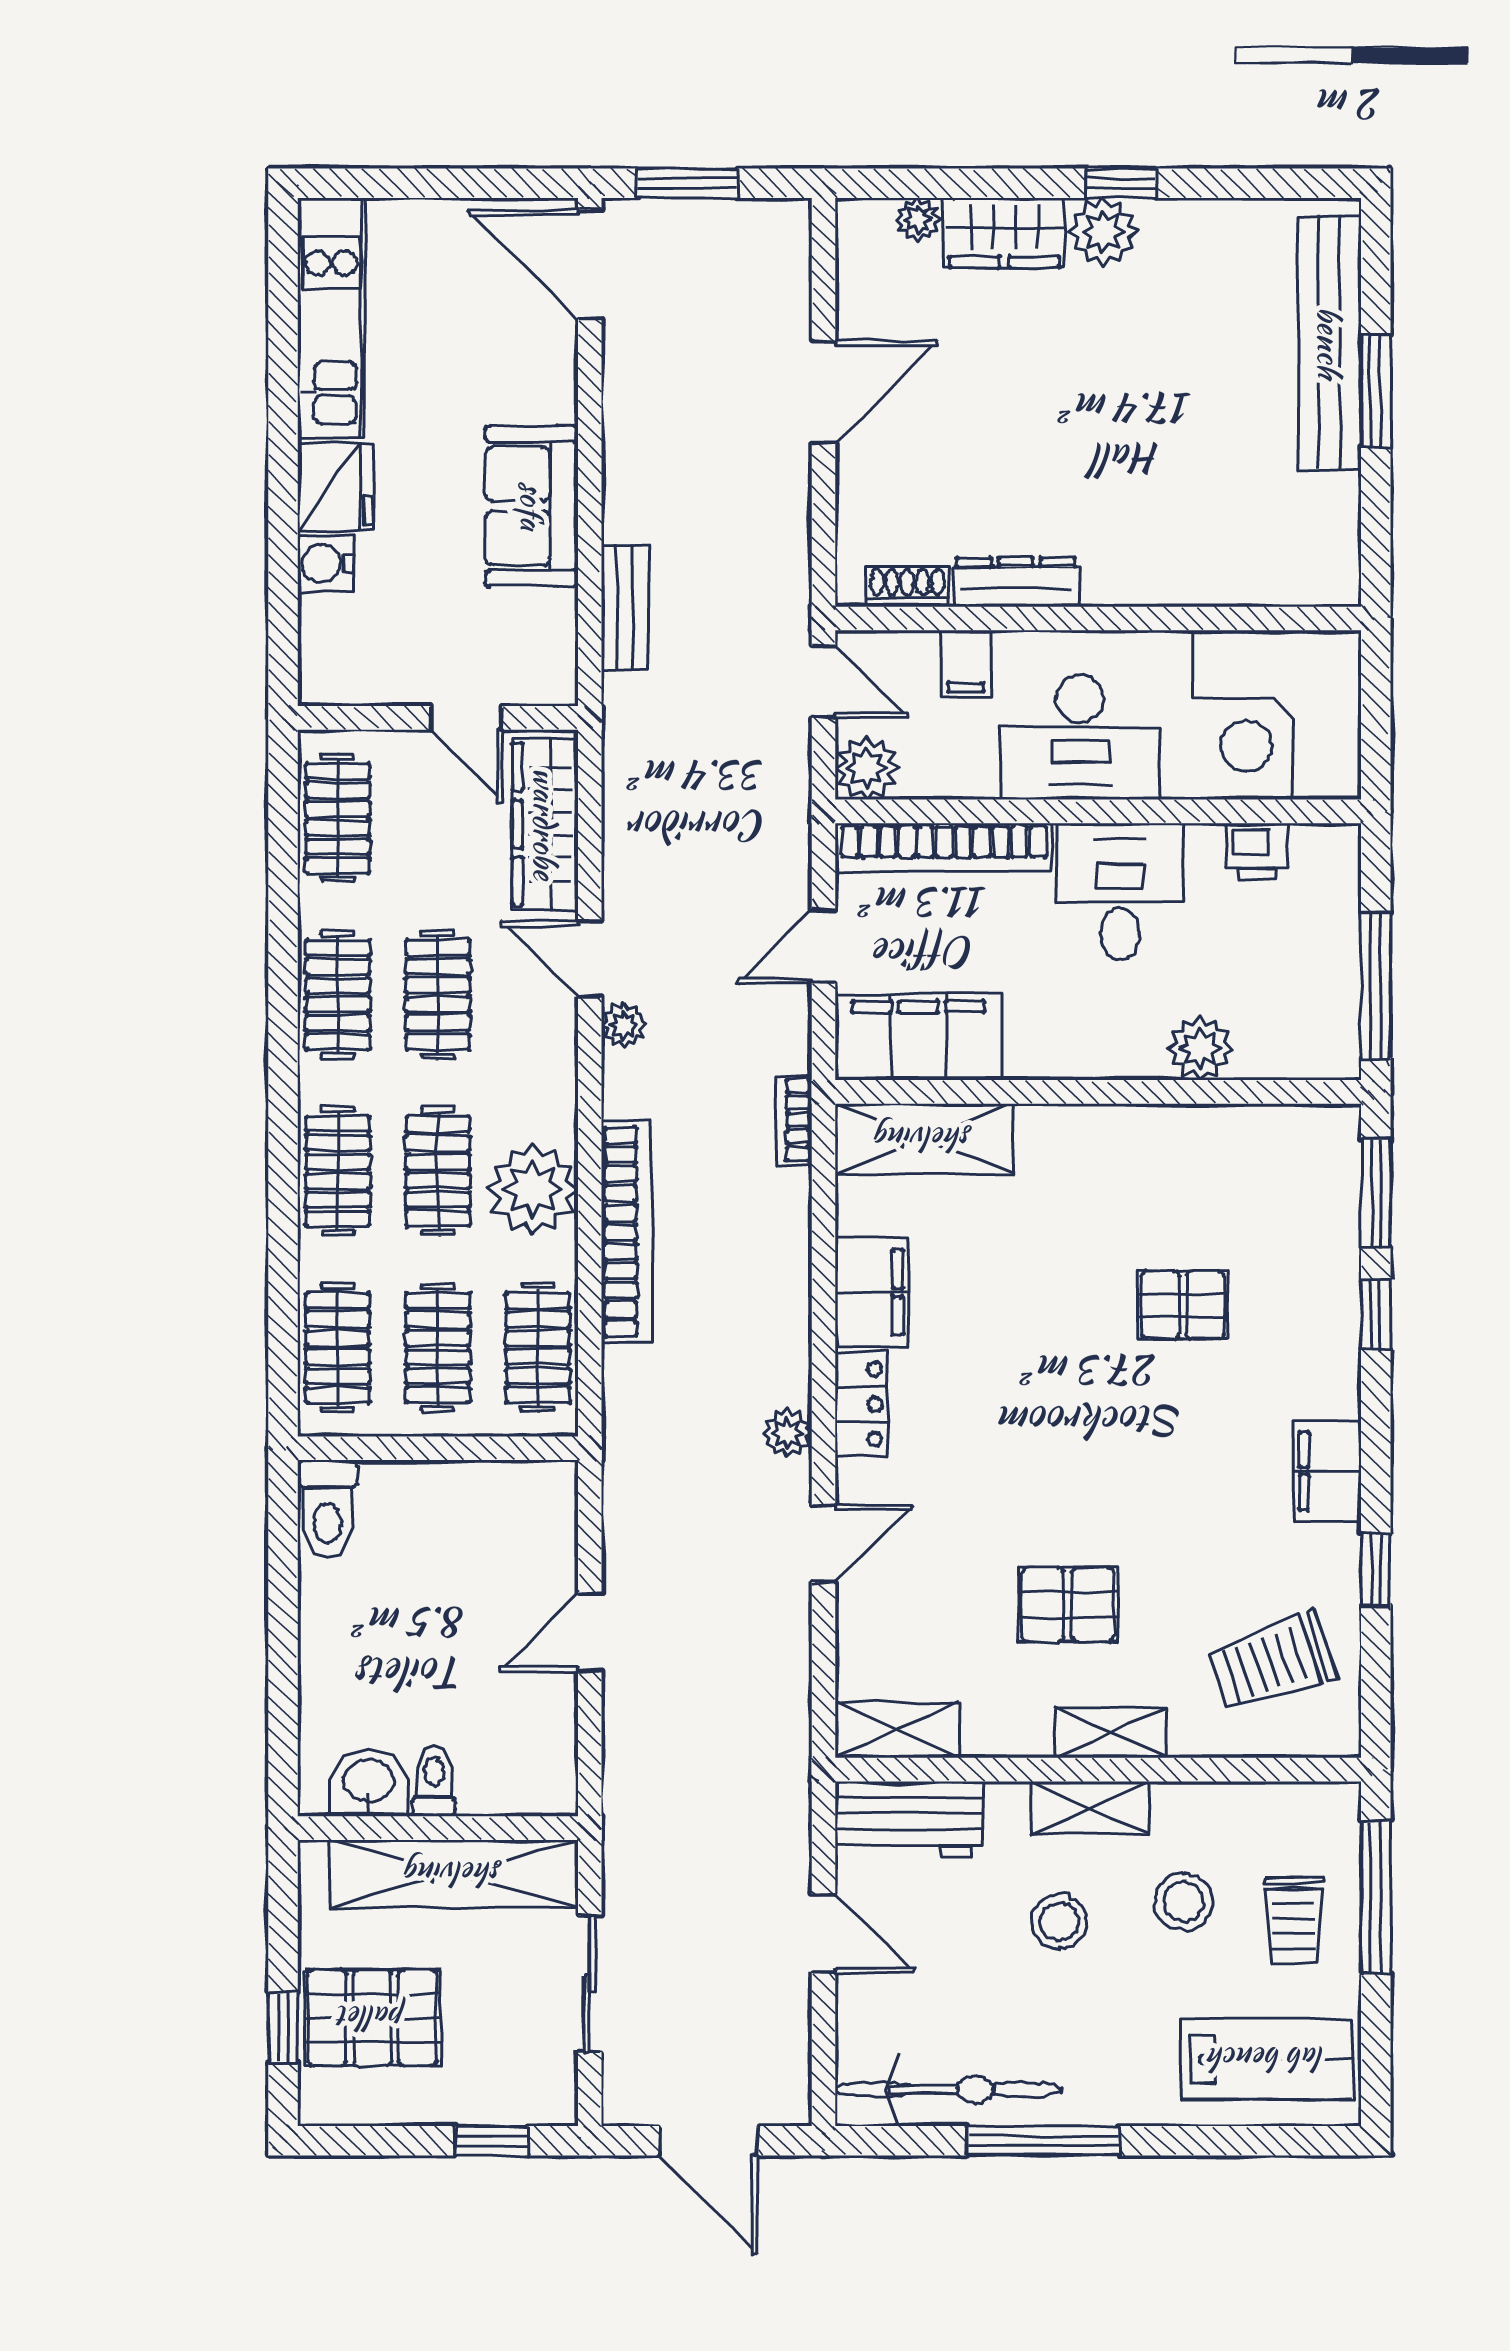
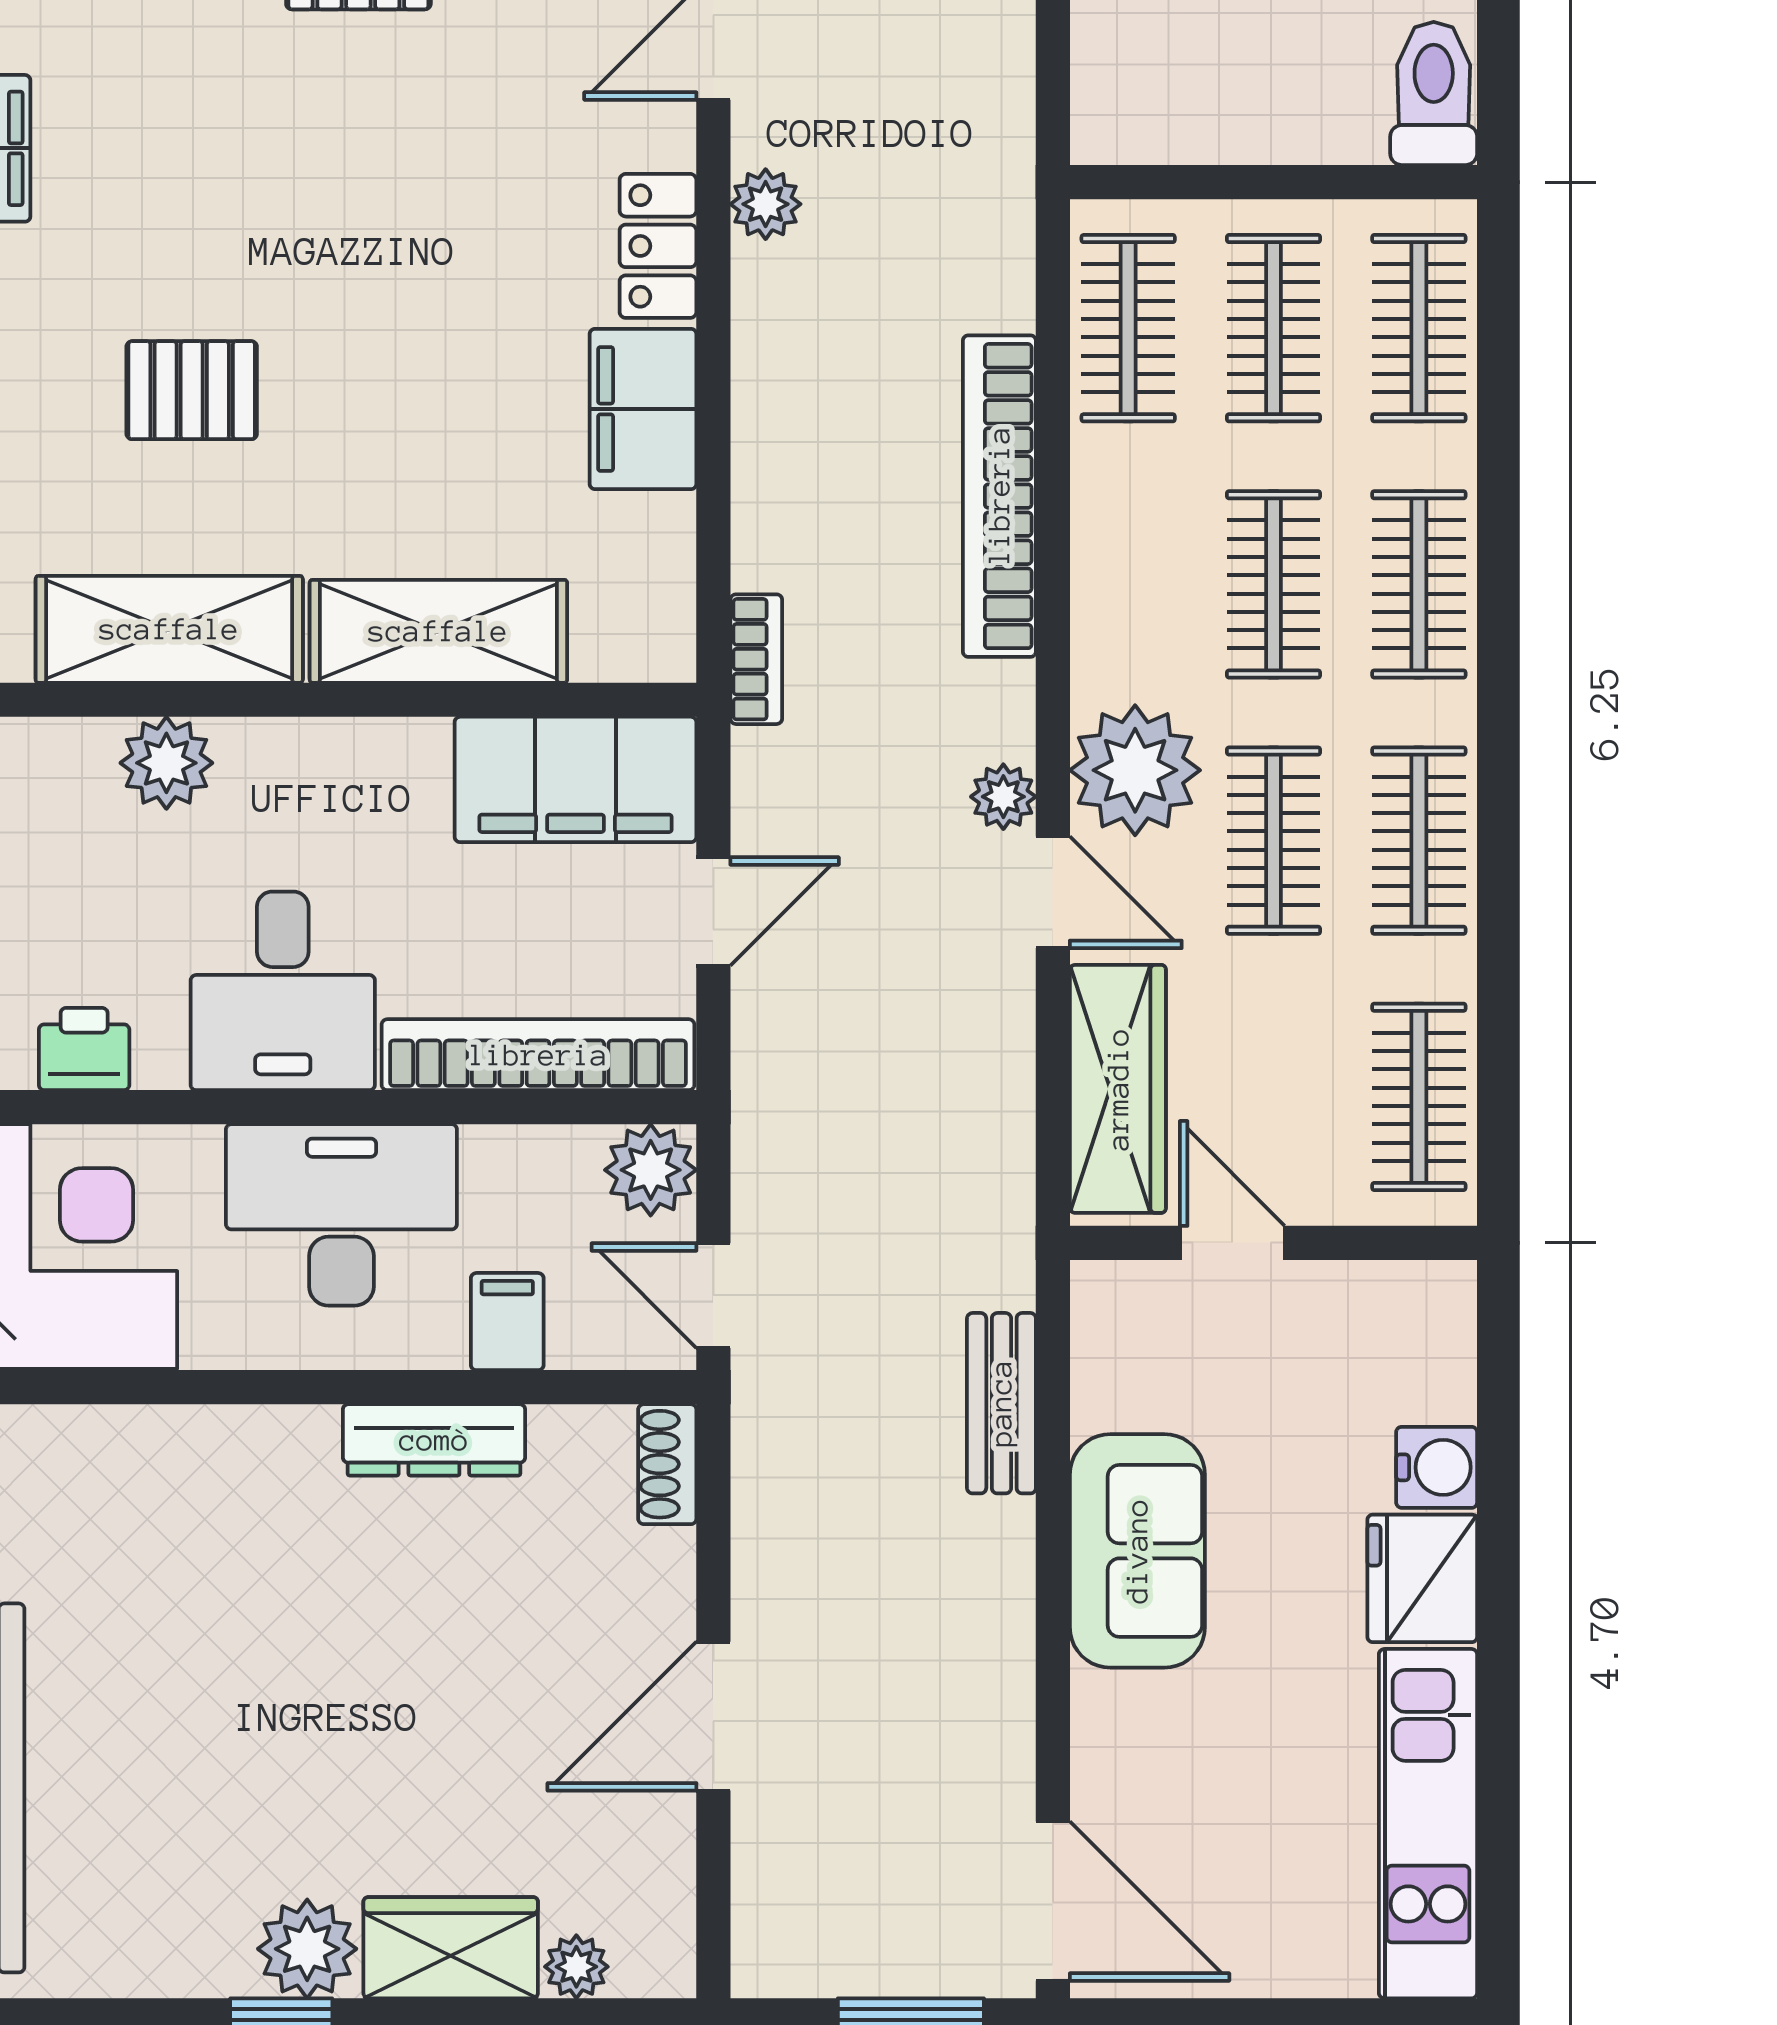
shoe rack: (907, 587) -> (667, 1464), moved, turned 90
shelving: (924, 1139) -> (438, 631), moved
shelving: (1198, 1140) -> (169, 629), added
plant: (533, 1189) -> (1135, 770), moved

